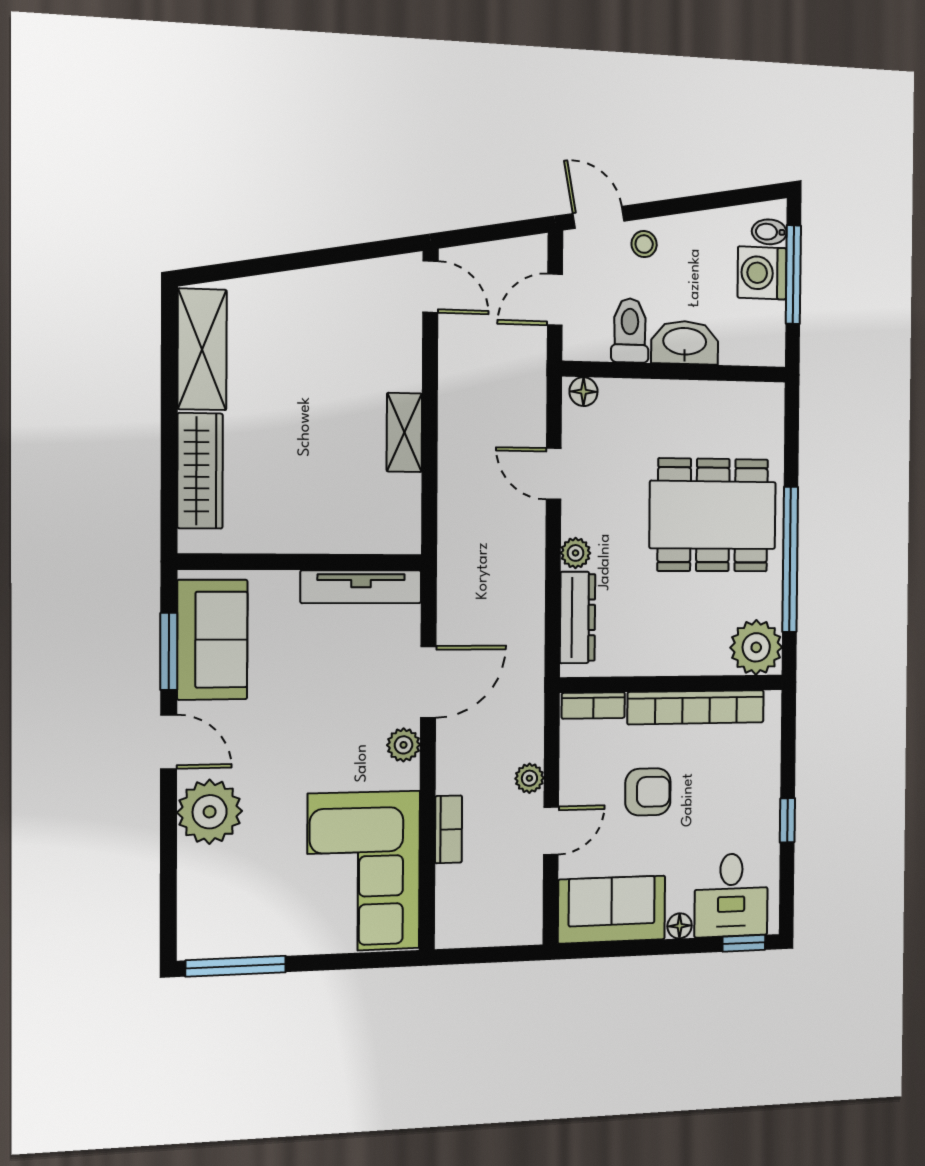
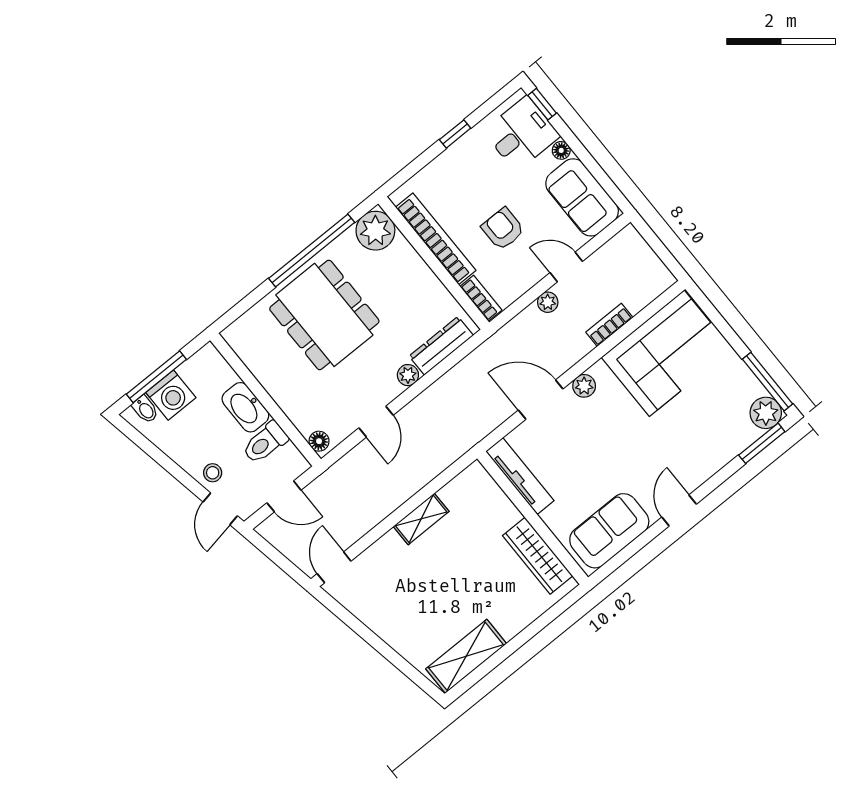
wardrobe: (200, 471) -> (538, 556), moved, turned -90
window: (169, 651) -> (762, 443), moved
plant: (210, 812) -> (766, 413), moved, width x0.73, depth x0.73

